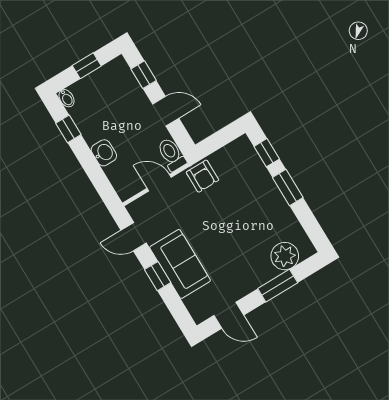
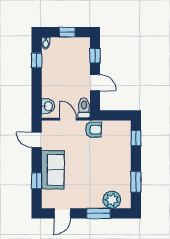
washbasin: (104, 153) -> (48, 106), moved
armchair: (202, 176) -> (94, 130), turned -90
window: (288, 187) -> (136, 182), moved
window: (158, 276) -> (37, 181), moved
door: (229, 315) -> (62, 213), hinge flipped

